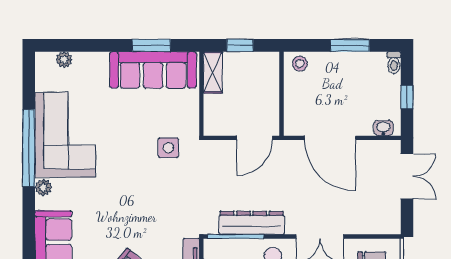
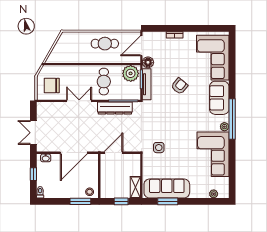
window: (350, 45) -> (80, 201), moved
door: (330, 138) -> (74, 153), swing flipped
window: (29, 148) -> (232, 119), moved

